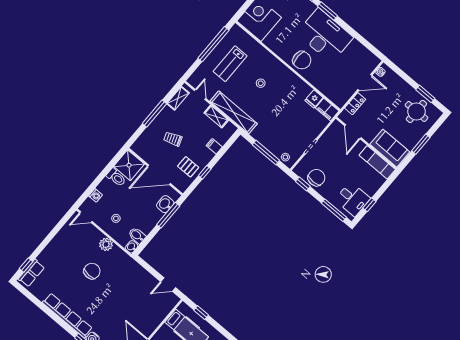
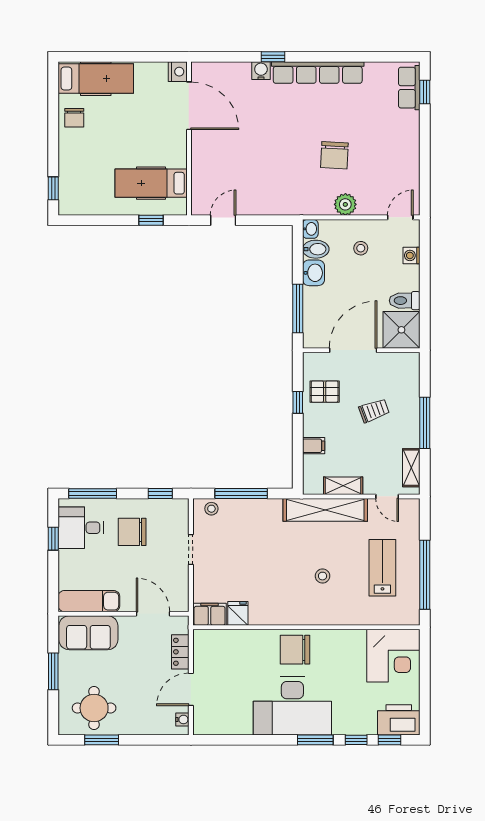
chair: (316, 178) -> (132, 532), moved, turned 90
washbasin: (165, 204) -> (313, 273), moved

